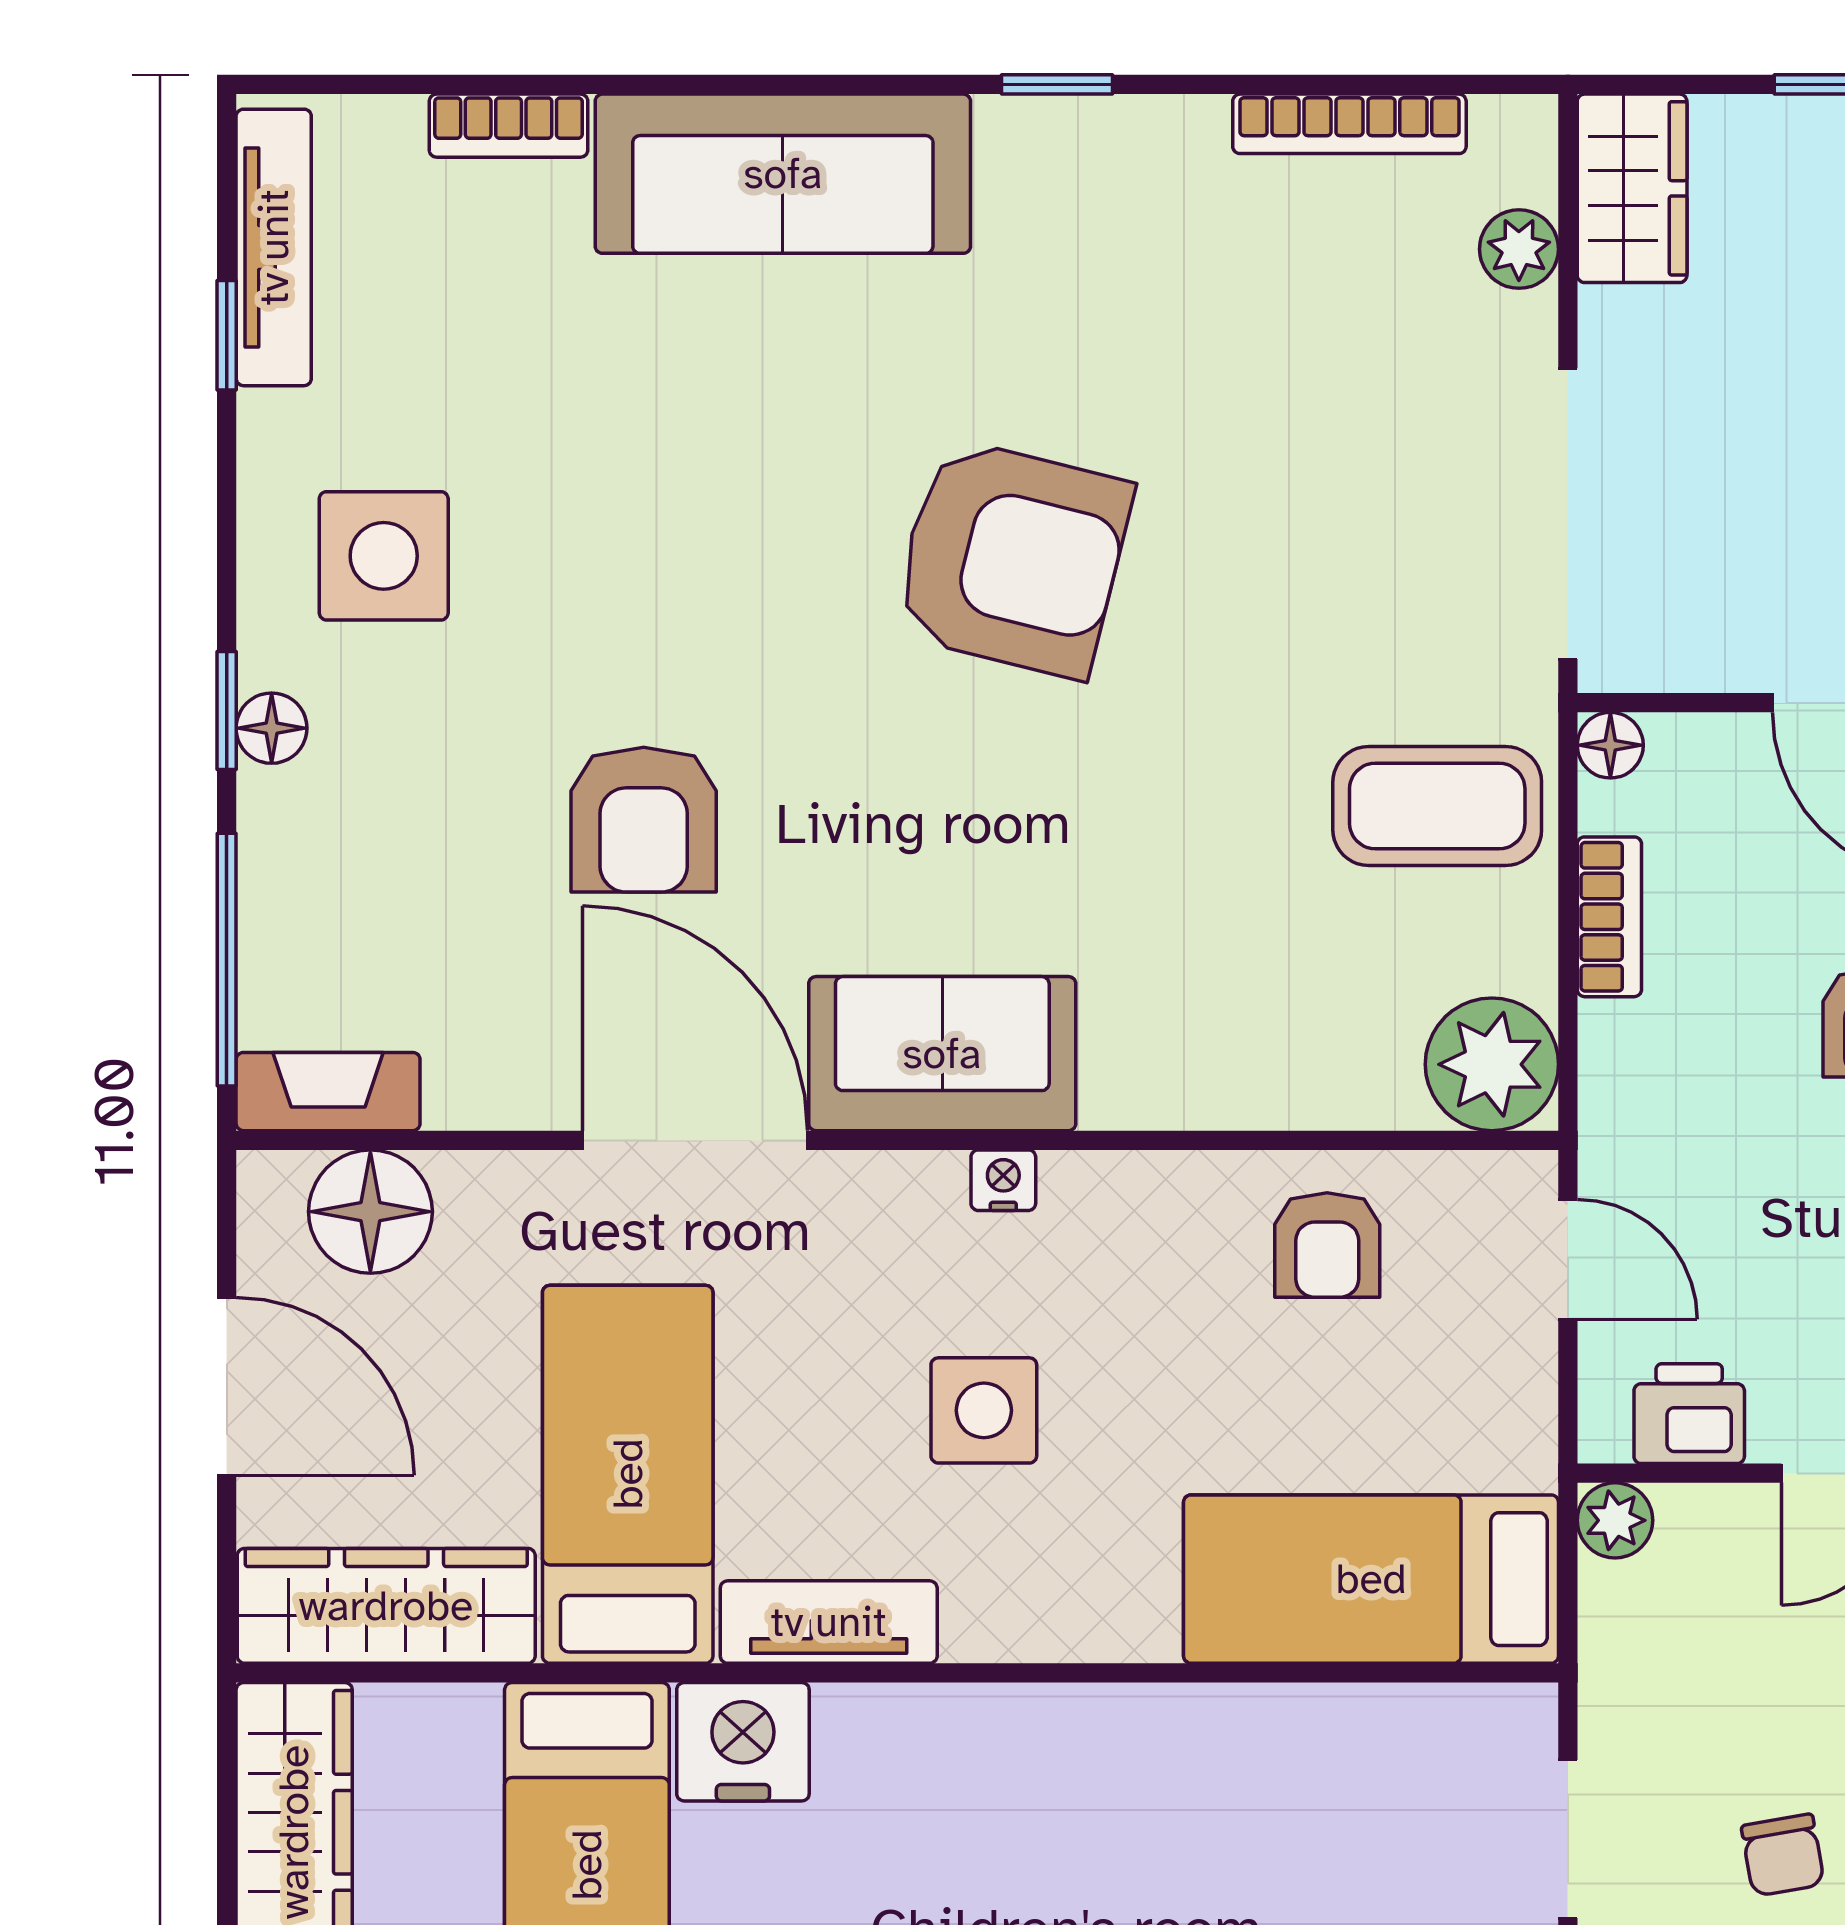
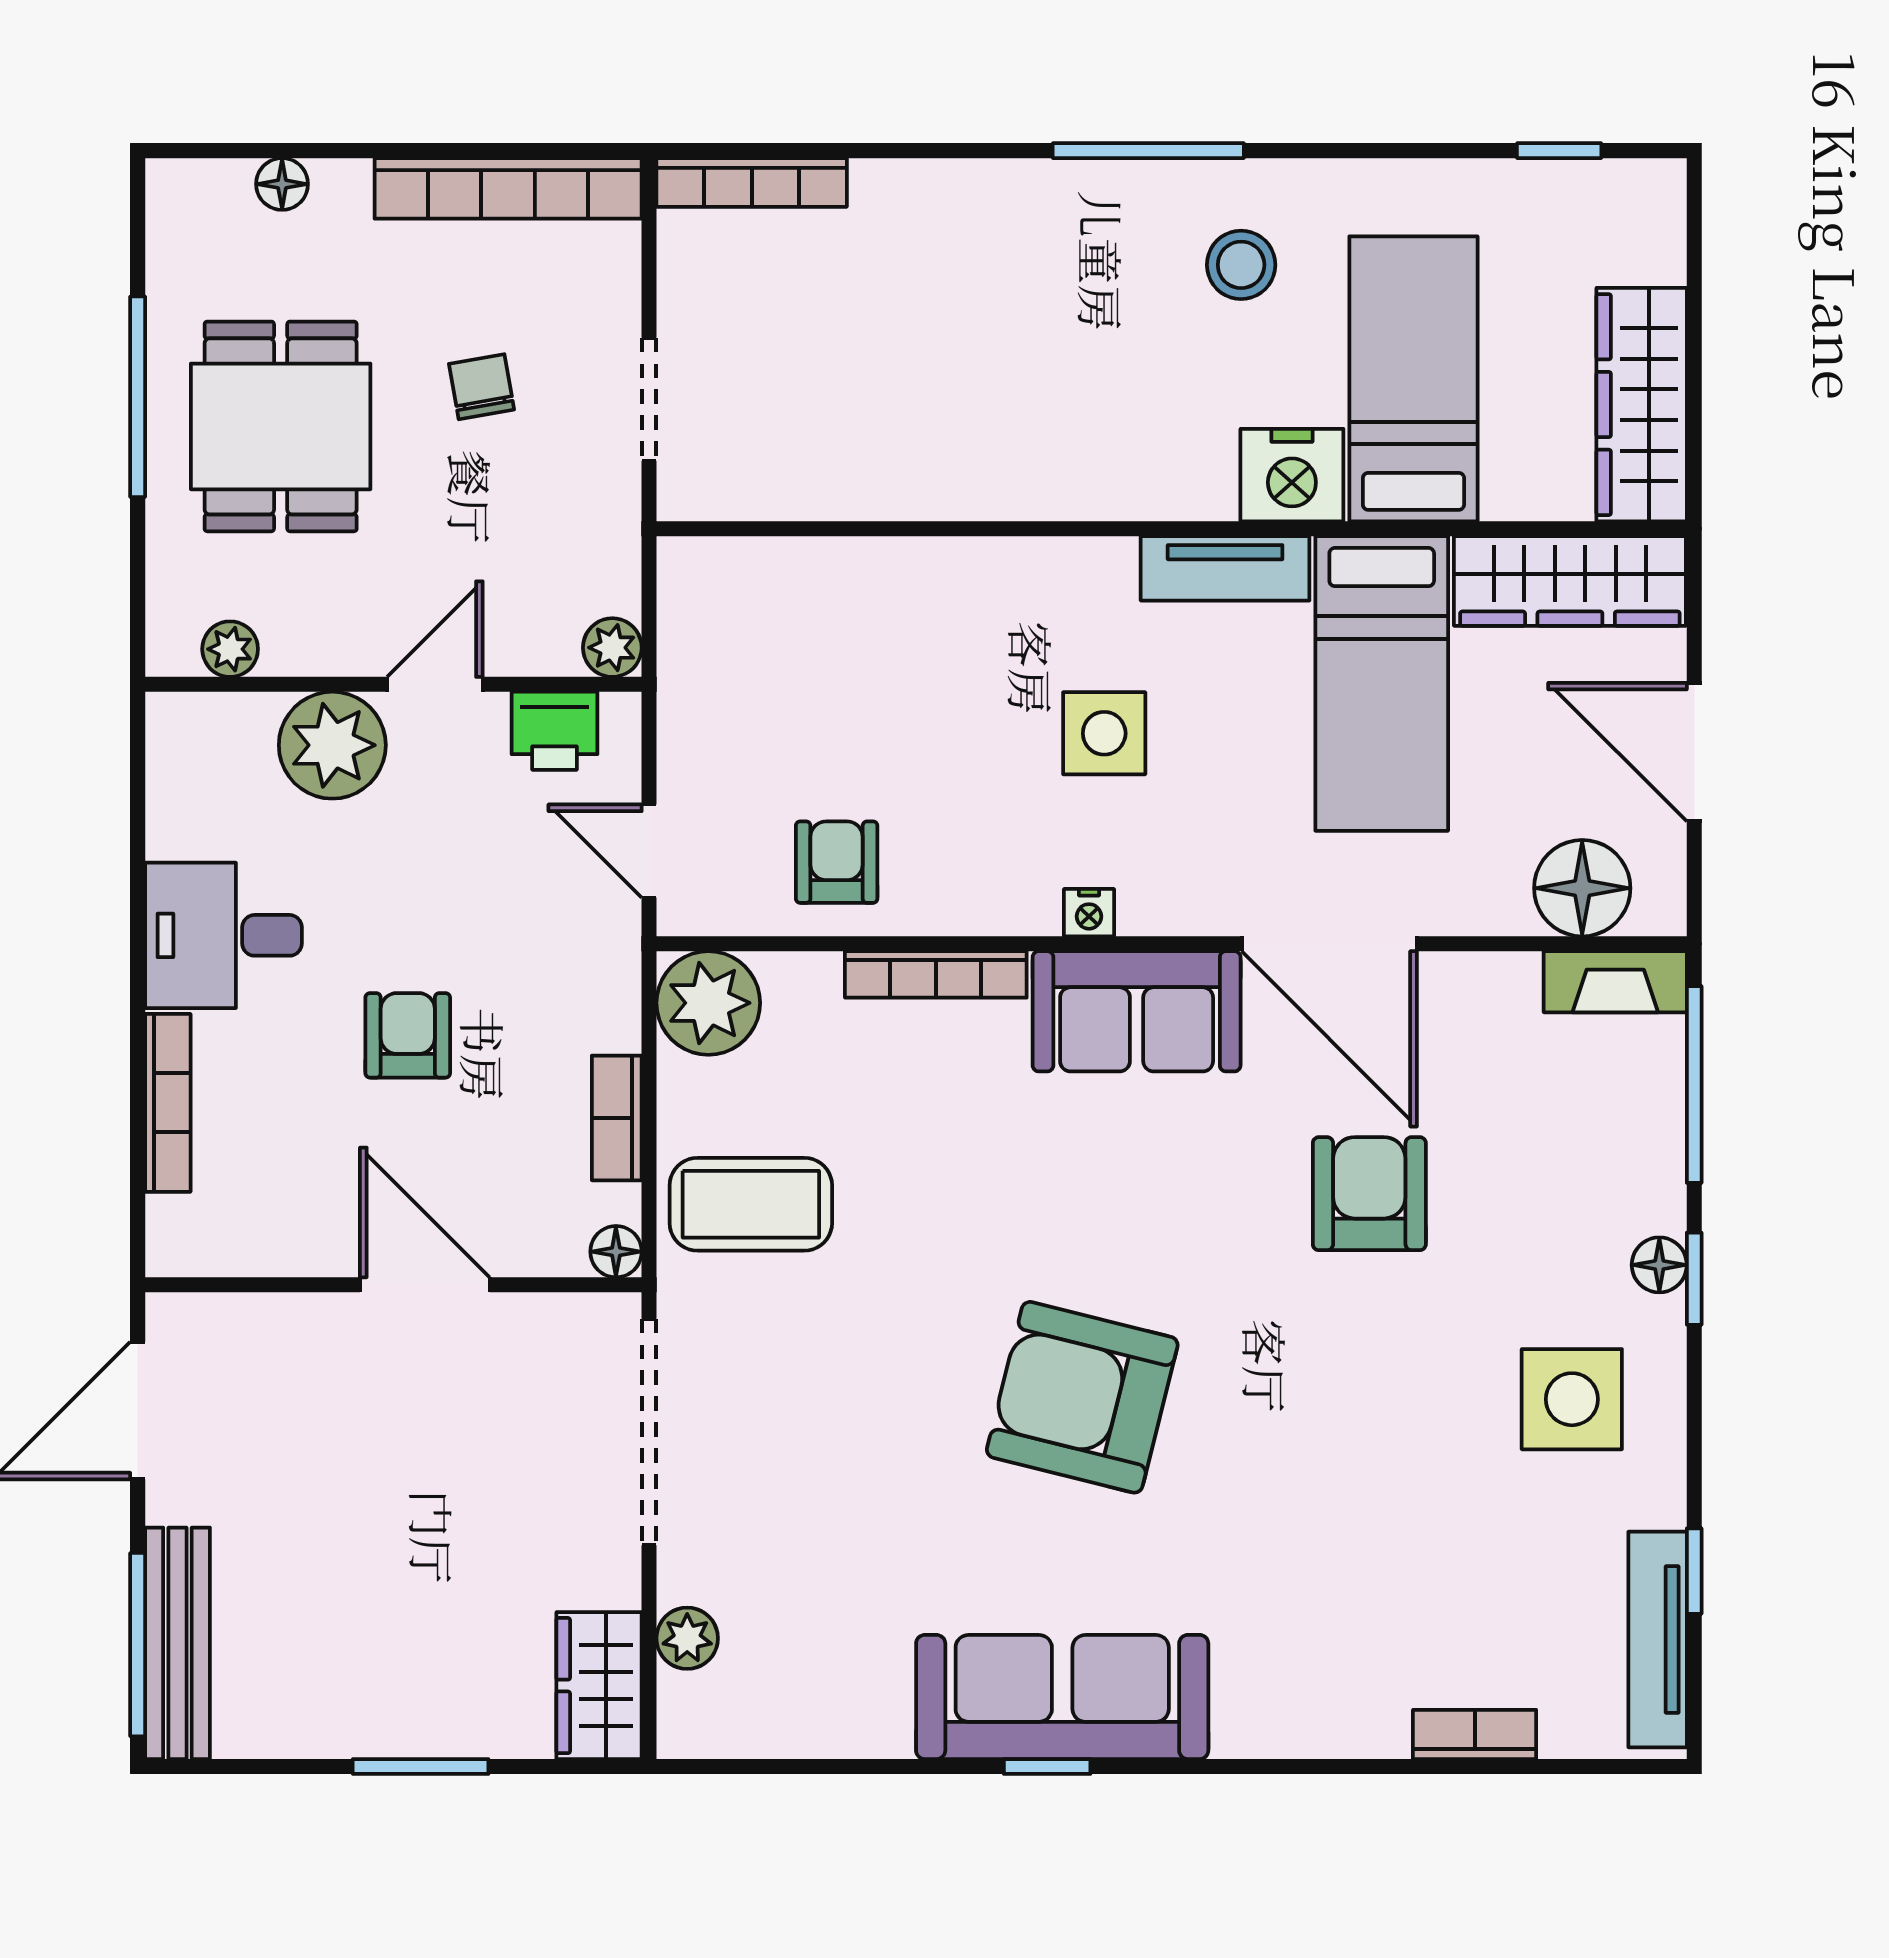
bookcase: (1349, 124) -> (936, 974), moved, turned 180
sofa: (783, 174) -> (1062, 1697), moved
bed: (1371, 1579) -> (802, 602), removed

